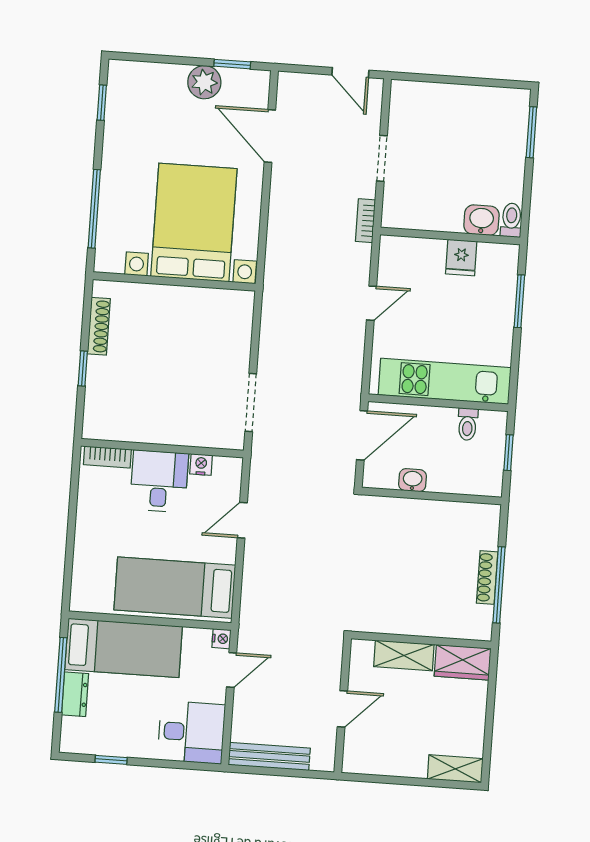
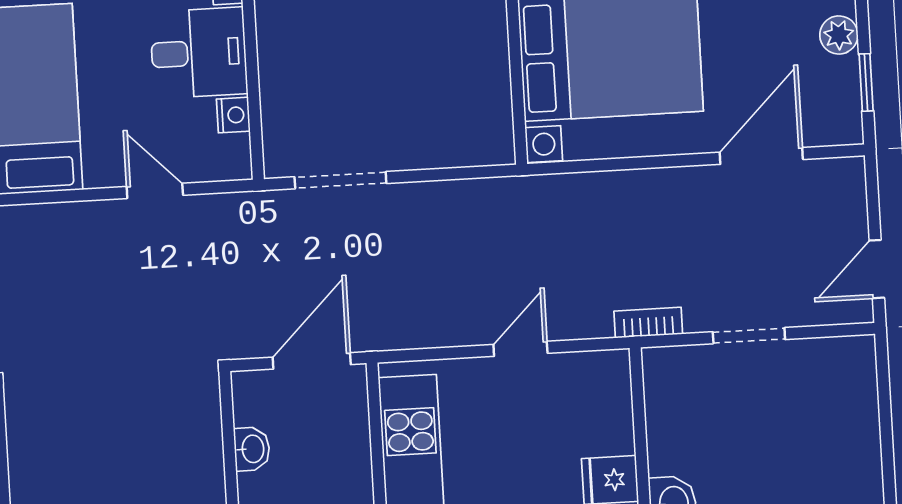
plant: (204, 82) -> (839, 35), width x0.73, depth x0.73
door: (371, 303) -> (520, 349), swing flipped
door: (362, 435) -> (312, 361), swing flipped

